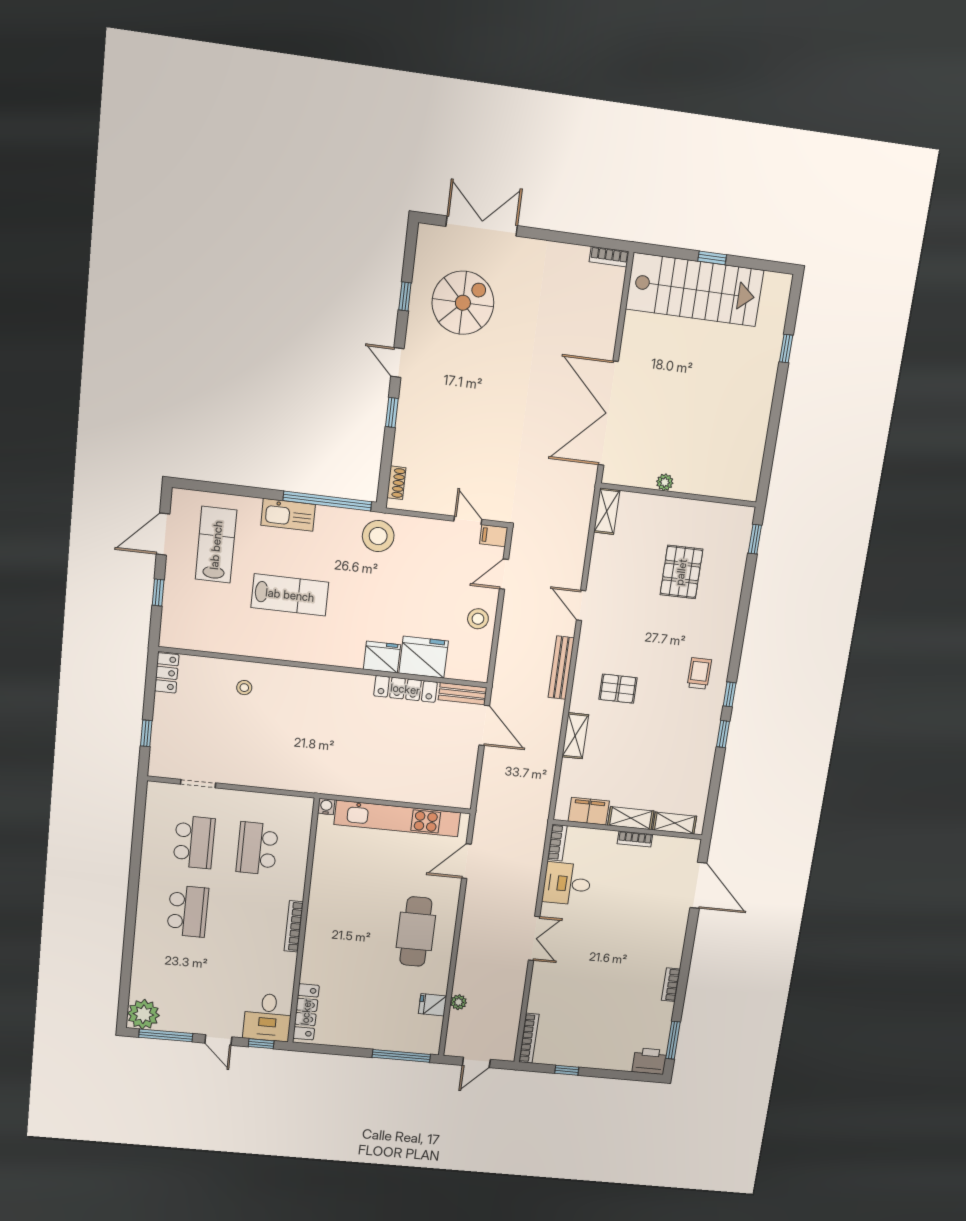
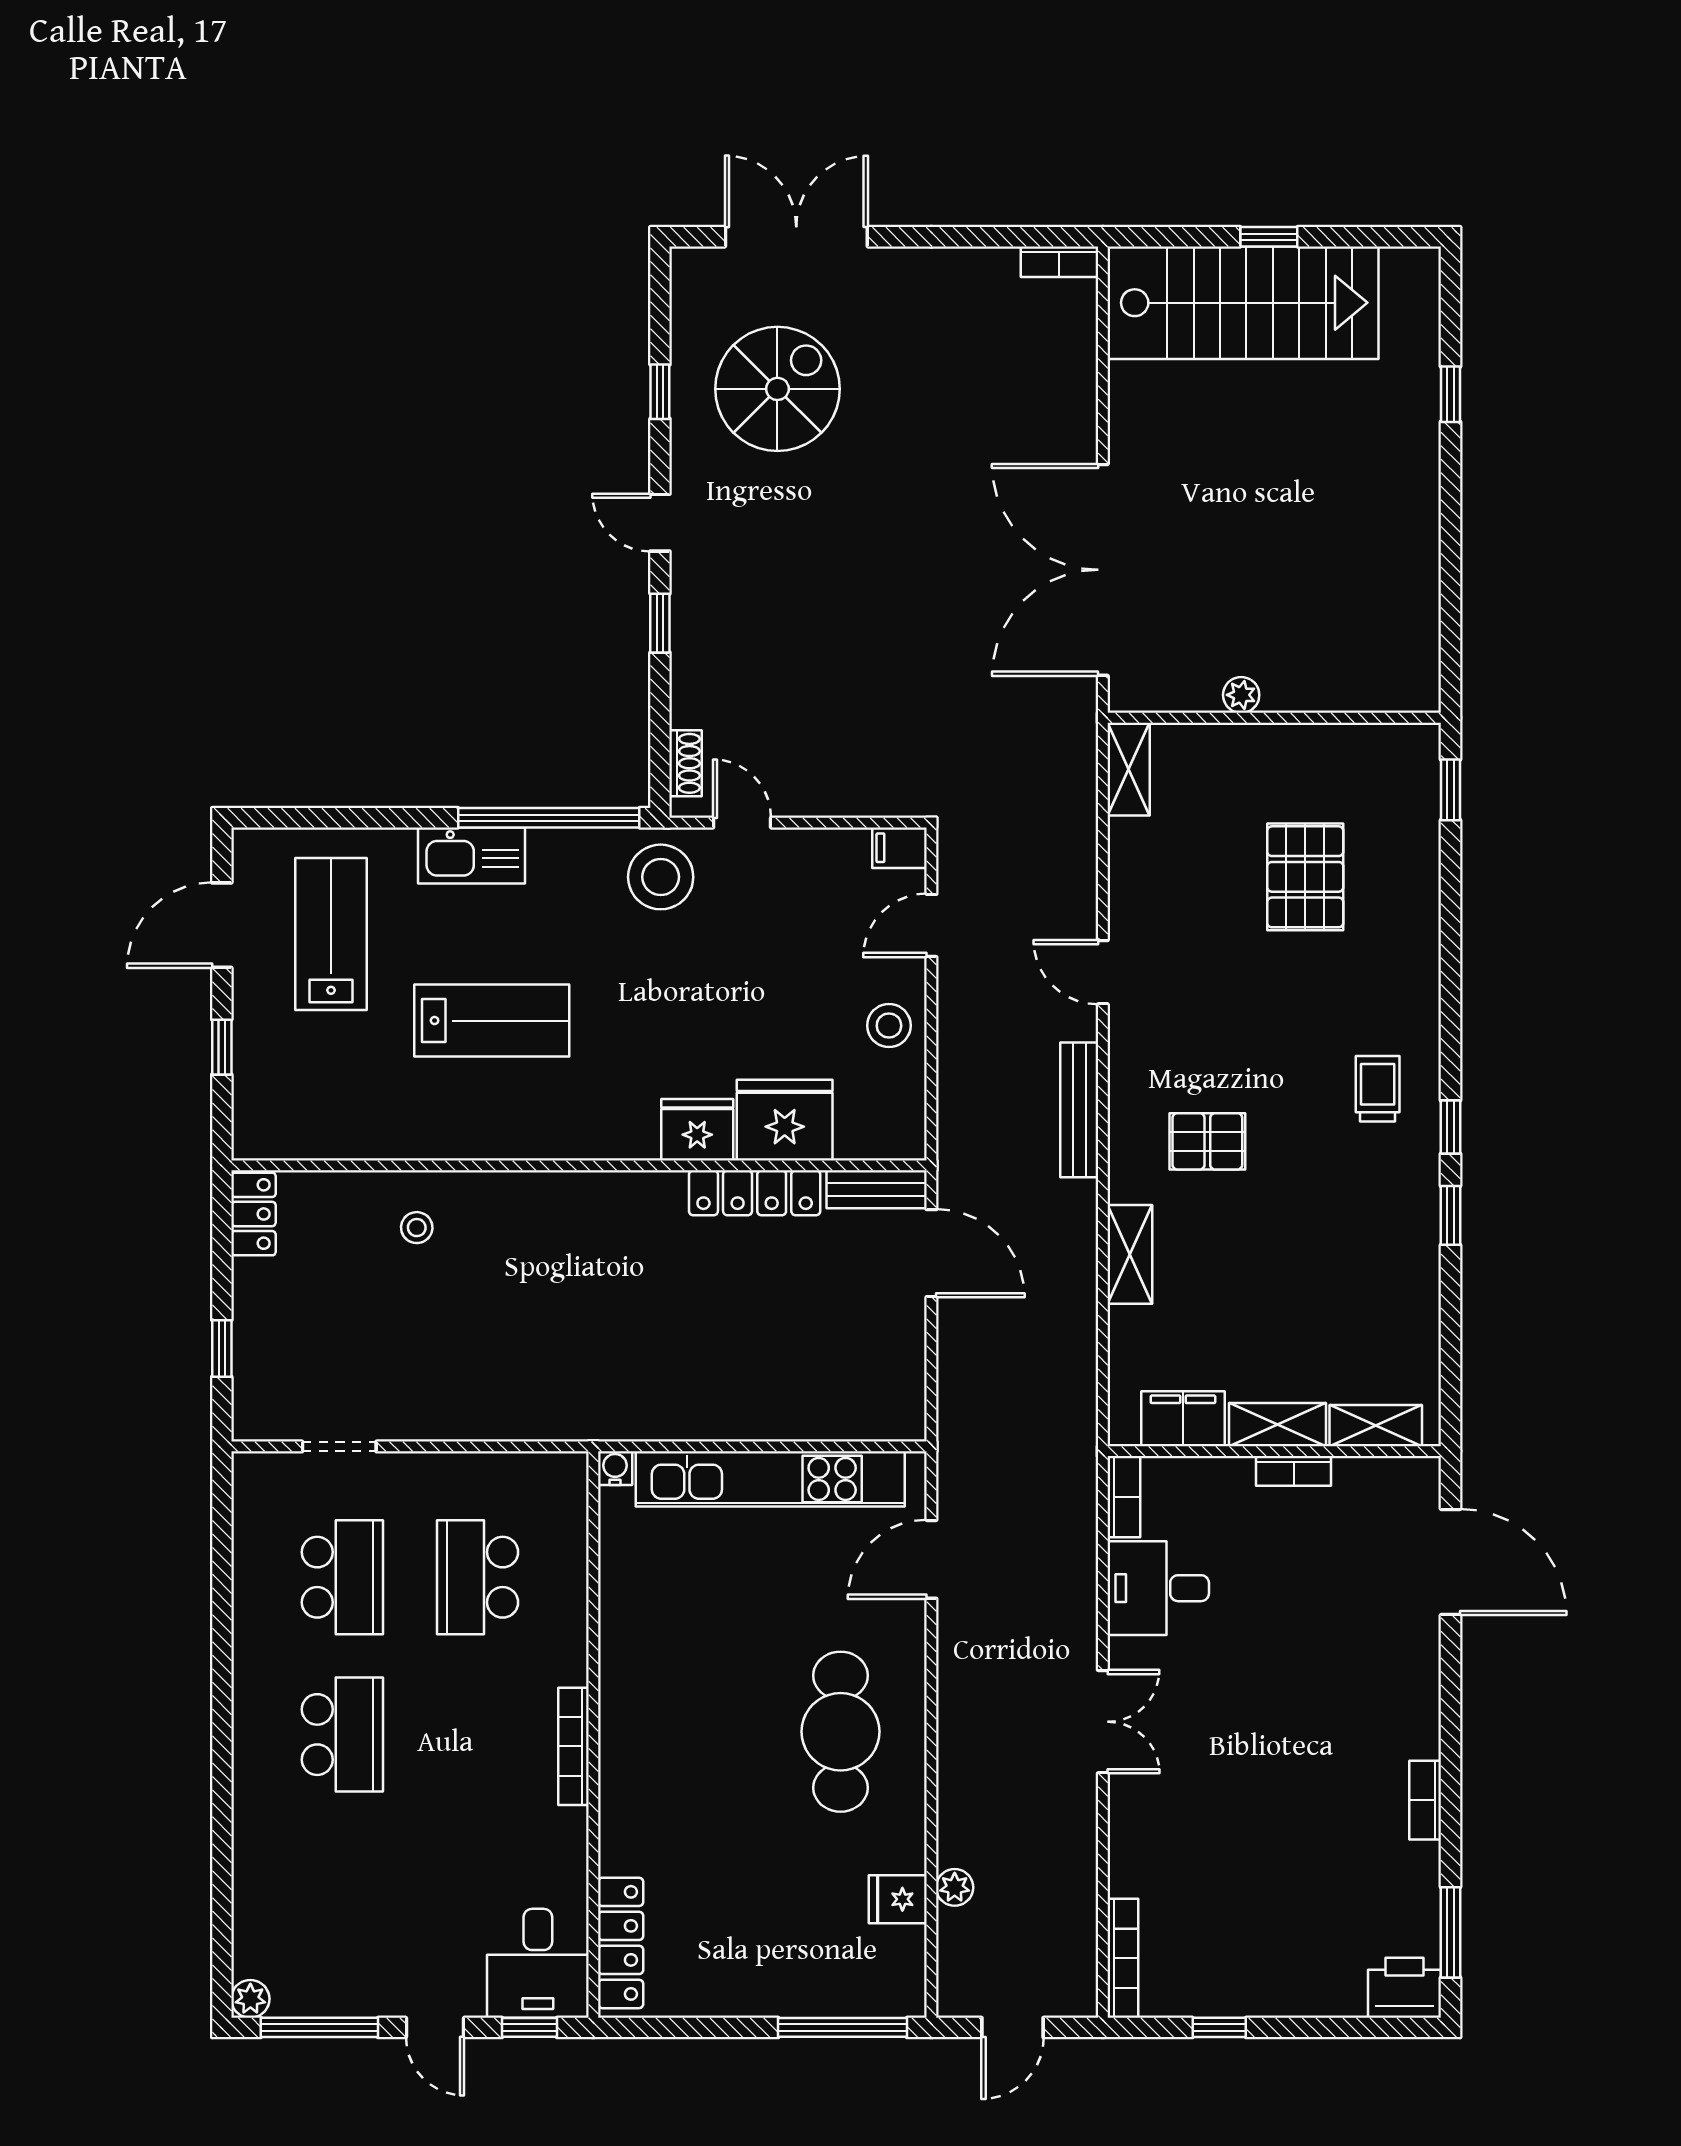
door: (468, 520) -> (742, 823), moved
plant: (143, 1014) -> (250, 1999), width x0.53, depth x0.53

